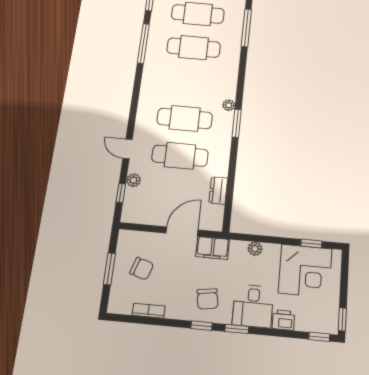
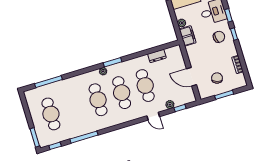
cafe table: (194, 48) -> (98, 100), moved
door: (127, 149) -> (153, 116), hinge flipped
door: (182, 231) -> (191, 77), moved
filing cabinet: (213, 248) -> (188, 36), moved

